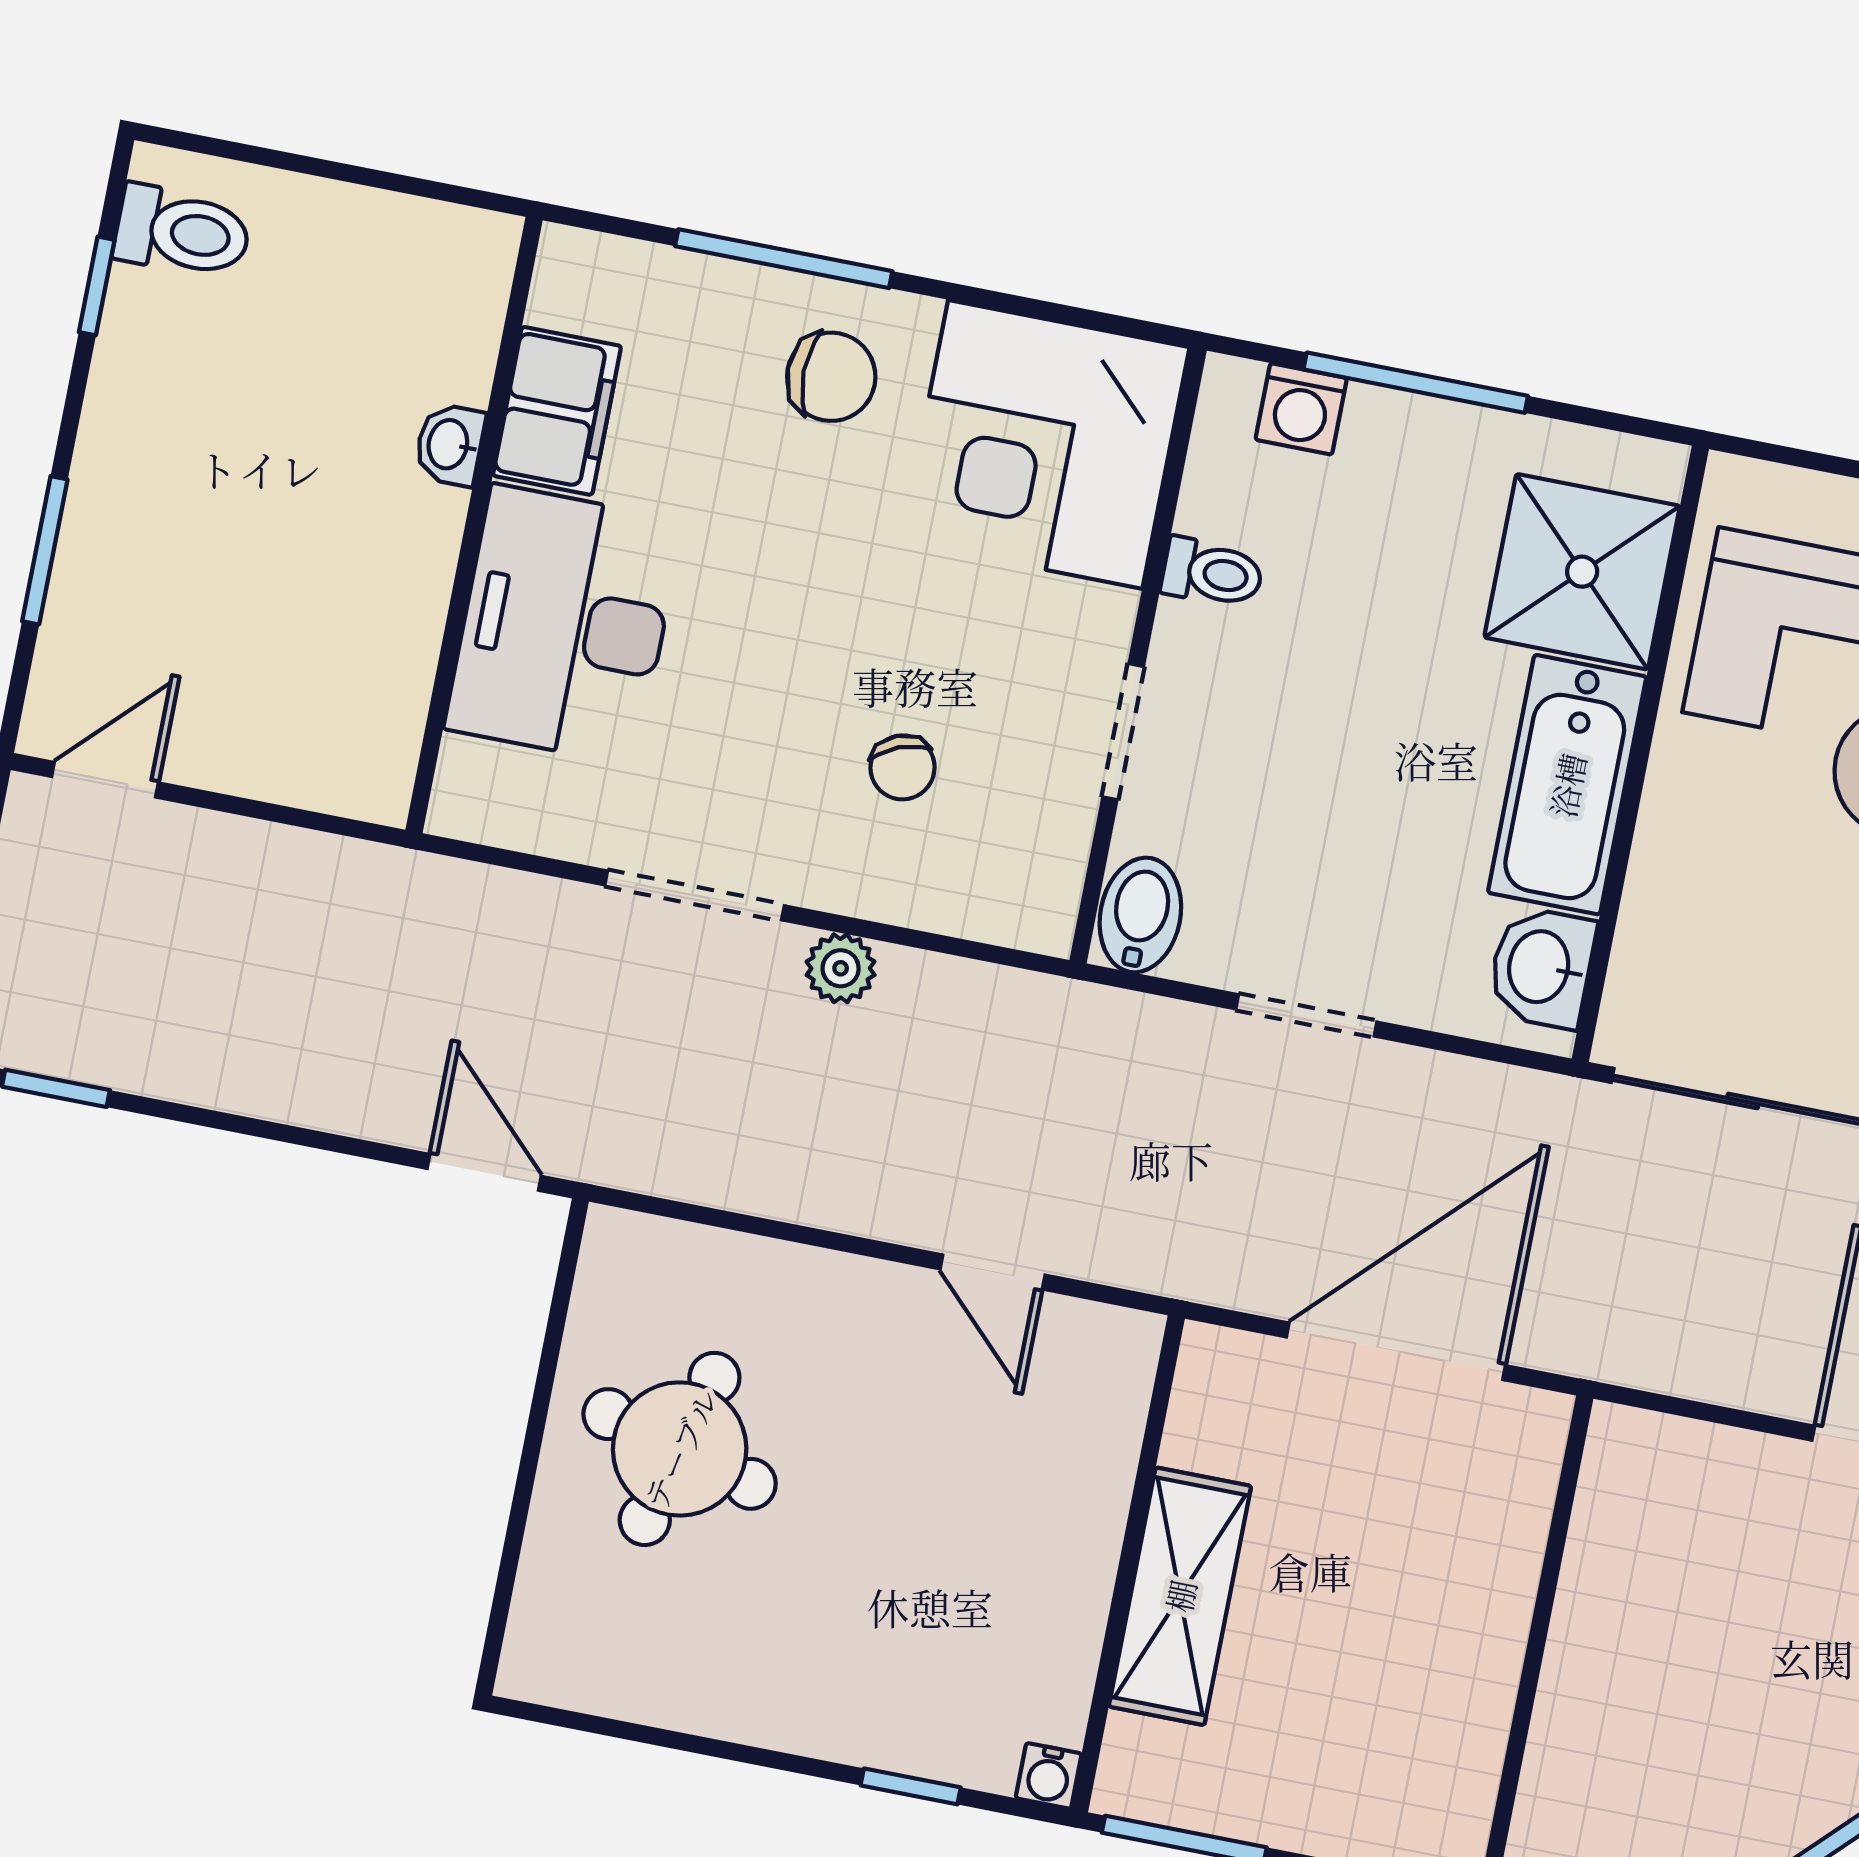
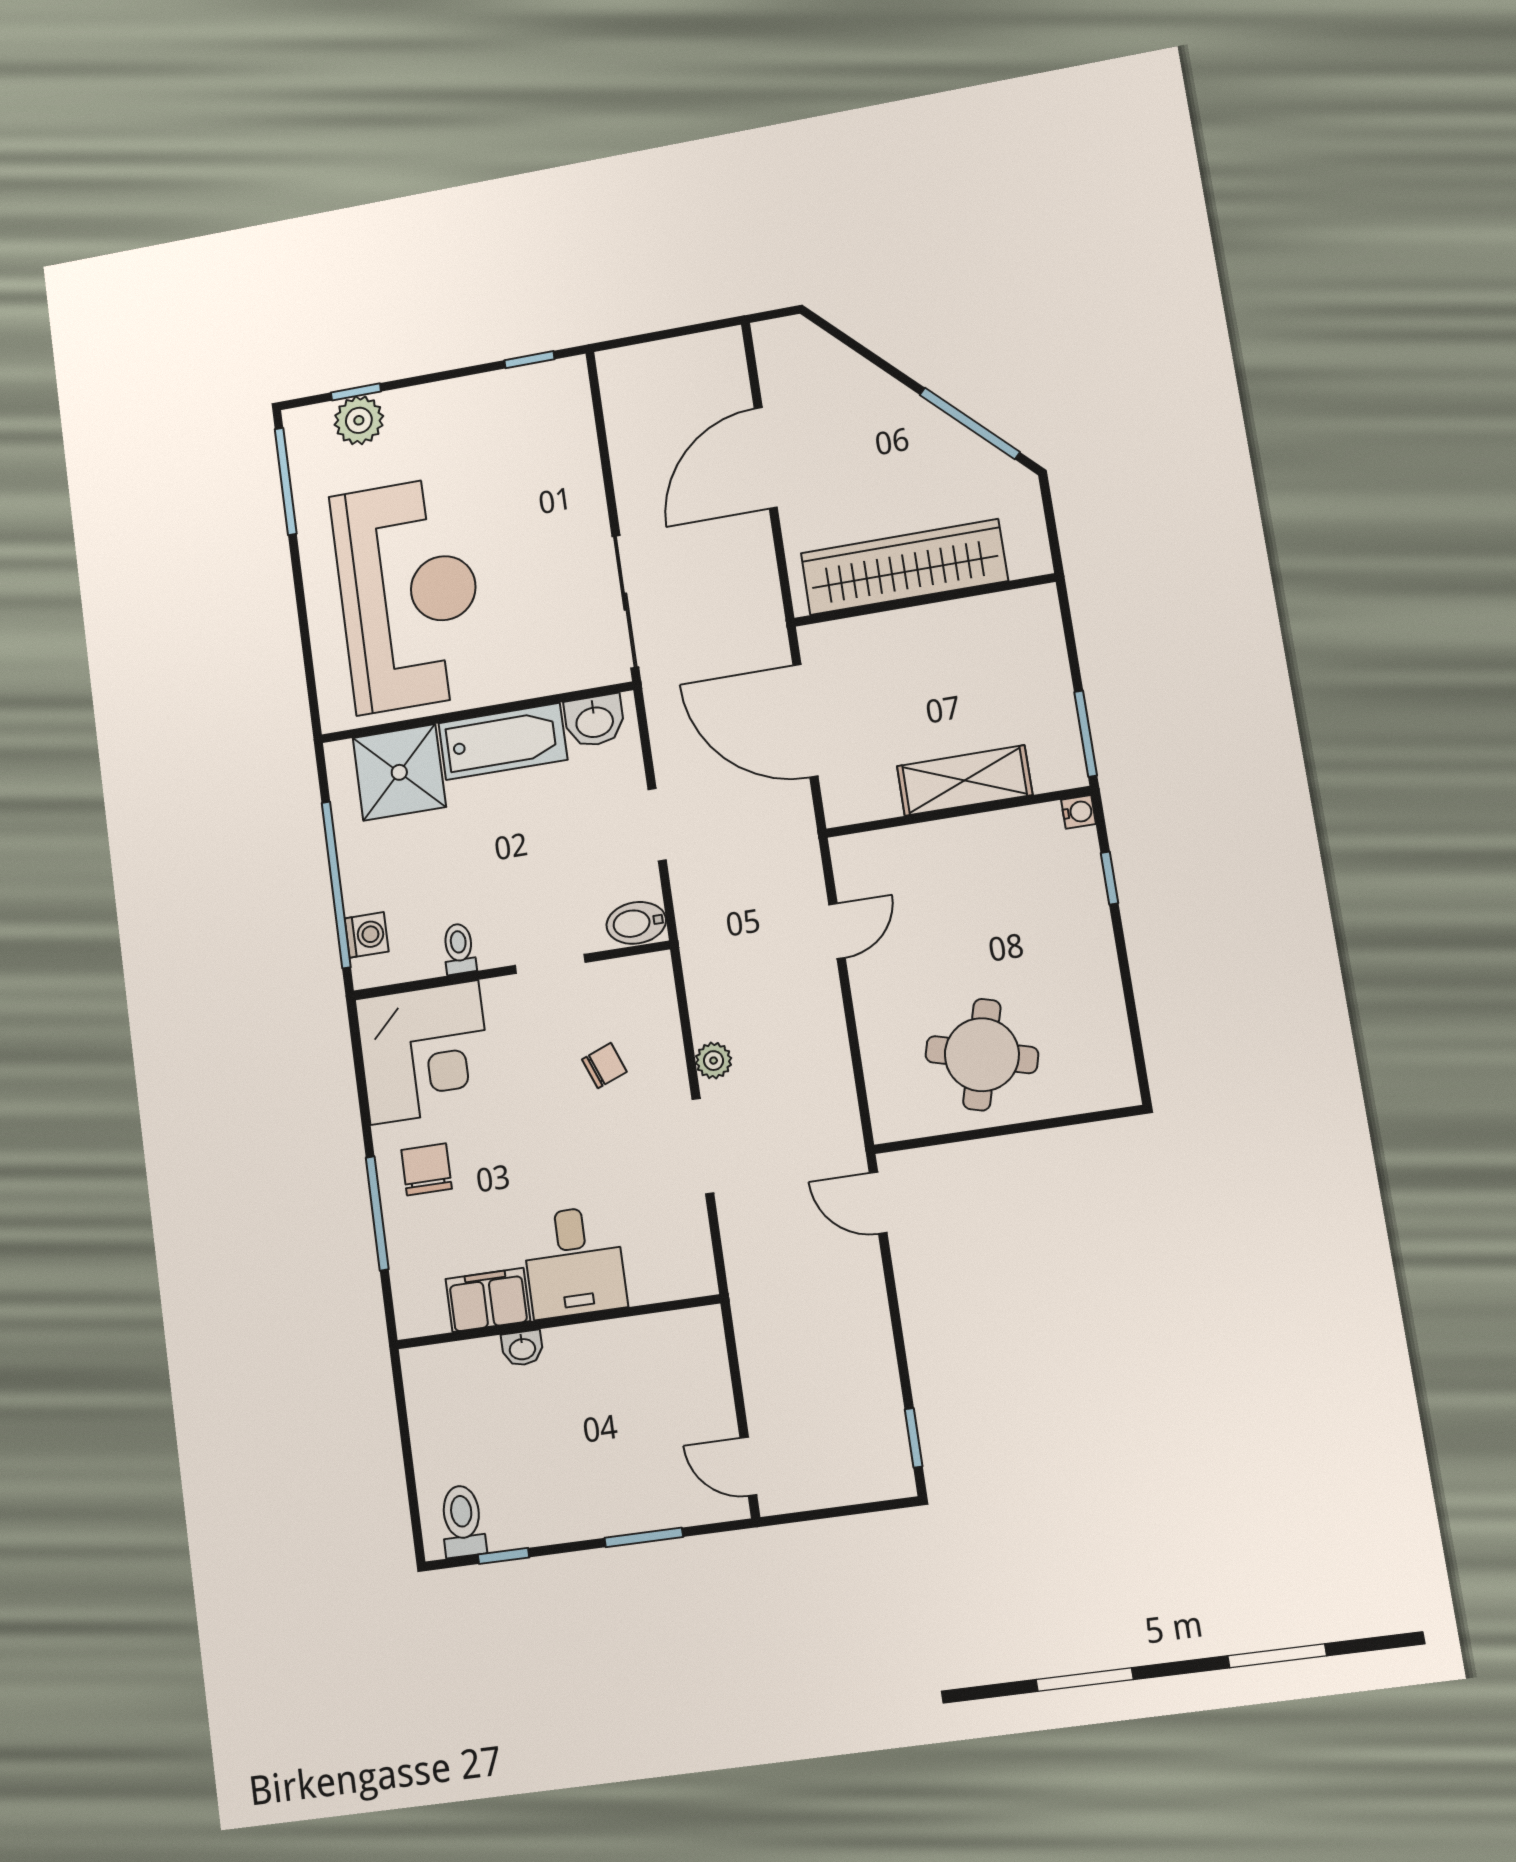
window: (1416, 383) -> (336, 885), width x1.46
desk: (564, 625) -> (574, 1262), width x0.73
door: (484, 1172) -> (878, 1203), hinge flipped
wardrobe: (1611, 1630) -> (904, 567), added

